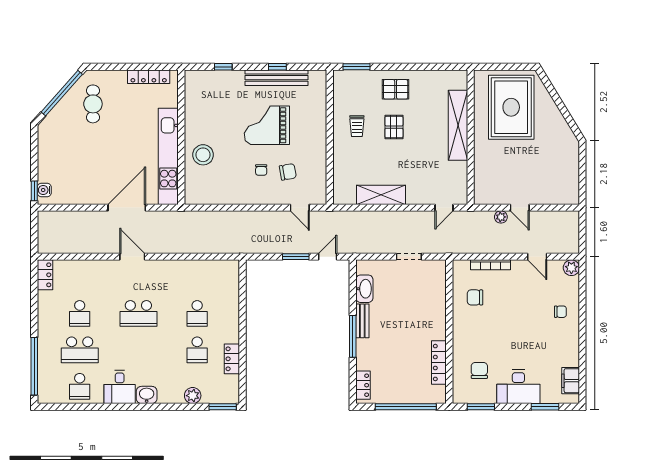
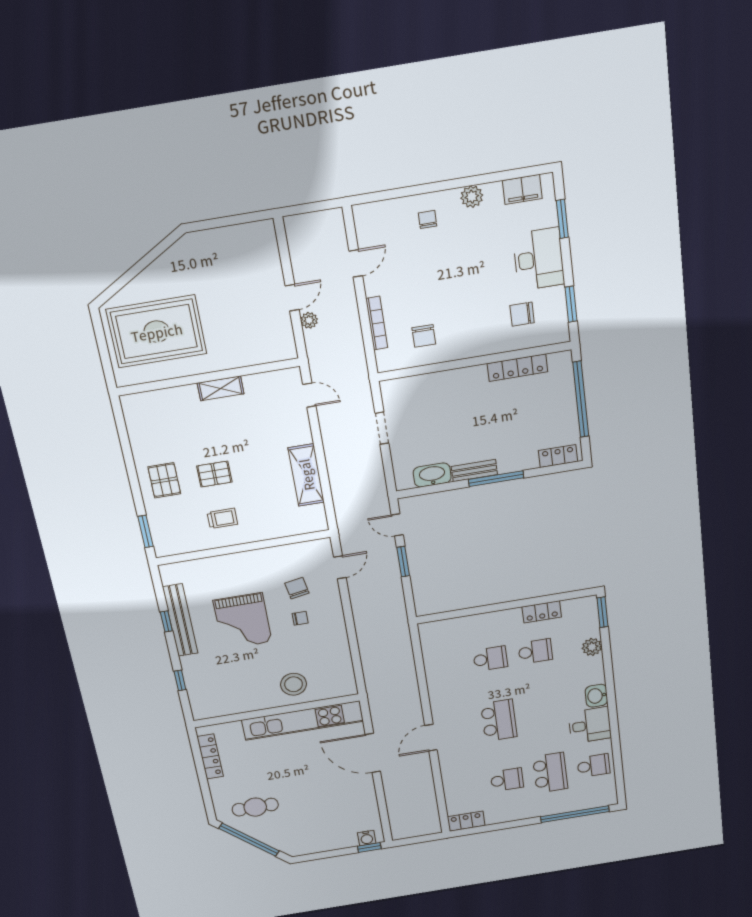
shelving: (458, 125) -> (221, 388), width x0.45, depth x0.75
plant: (571, 268) -> (472, 197), moved

